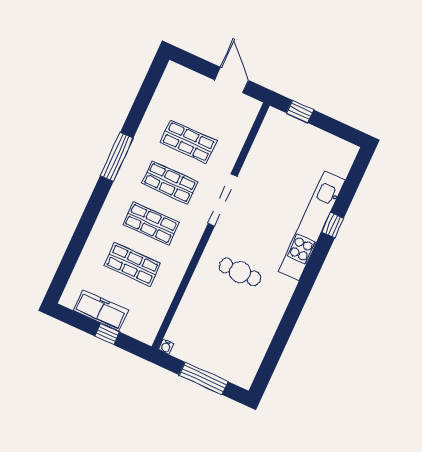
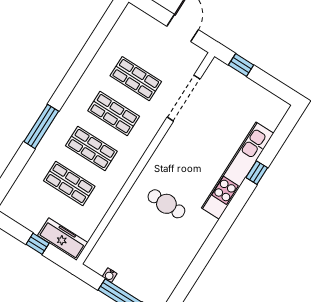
window: (117, 157) -> (41, 126), moved
doorway: (223, 200) -> (184, 98), moved
freezer: (101, 310) -> (63, 239), moved
water cooler: (166, 347) -> (110, 275), moved

